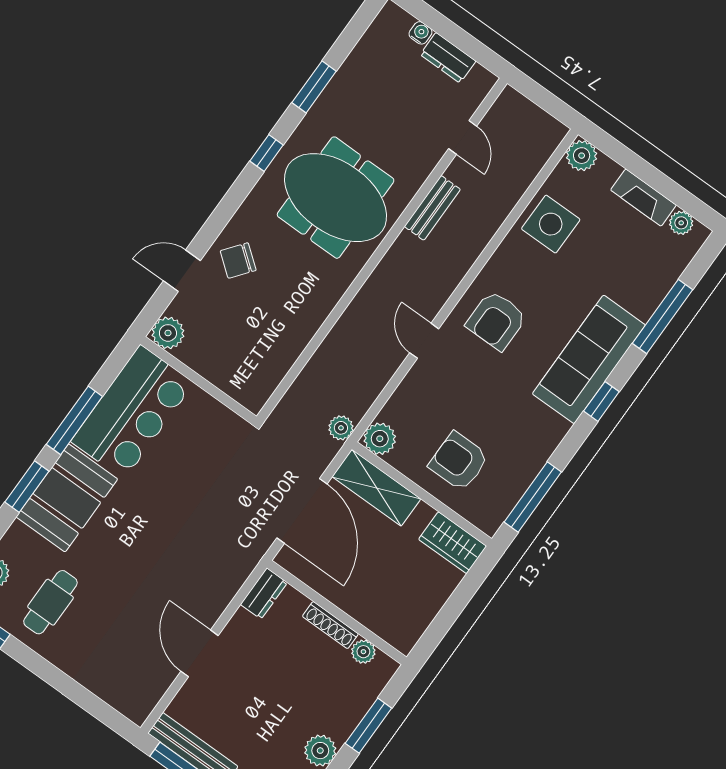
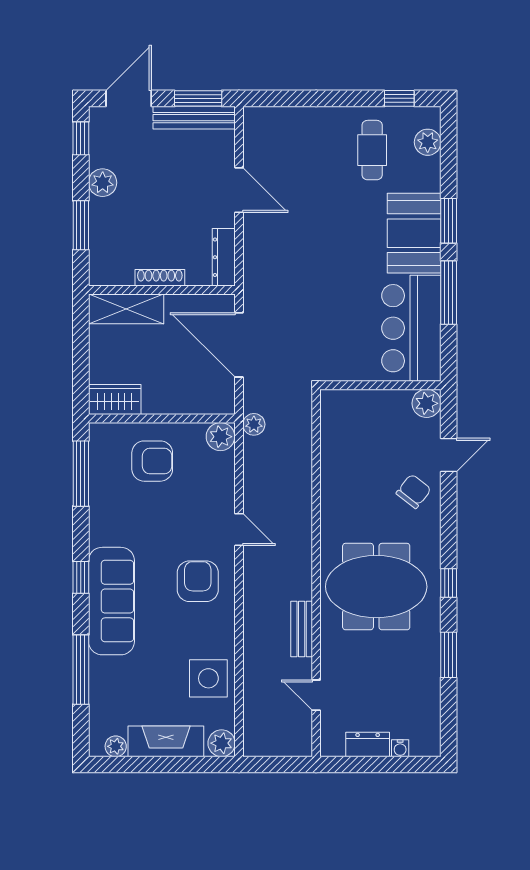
fireplace: (643, 198) -> (166, 741), width x1.37, depth x1.32
shelving: (376, 488) -> (126, 309), moved
dresser: (264, 594) -> (224, 257), width x1.44
plant: (363, 652) -> (123, 276), removed

